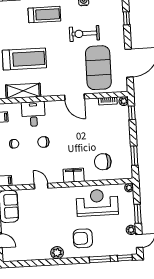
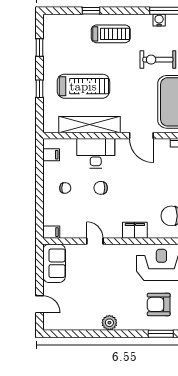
shelving: (23, 91) -> (89, 125), width x1.47
desk: (33, 114) -> (96, 153), width x1.37
armchair: (83, 238) -> (159, 304), moved

